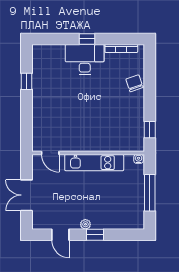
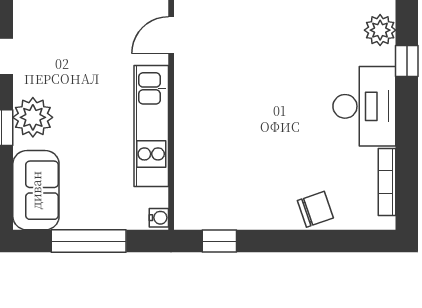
window: (87, 39) -> (407, 61), moved
plant: (48, 52) -> (380, 30), added
sofa: (125, 218) -> (36, 190), added
plant: (85, 224) -> (33, 117), width x1.88, depth x1.88

